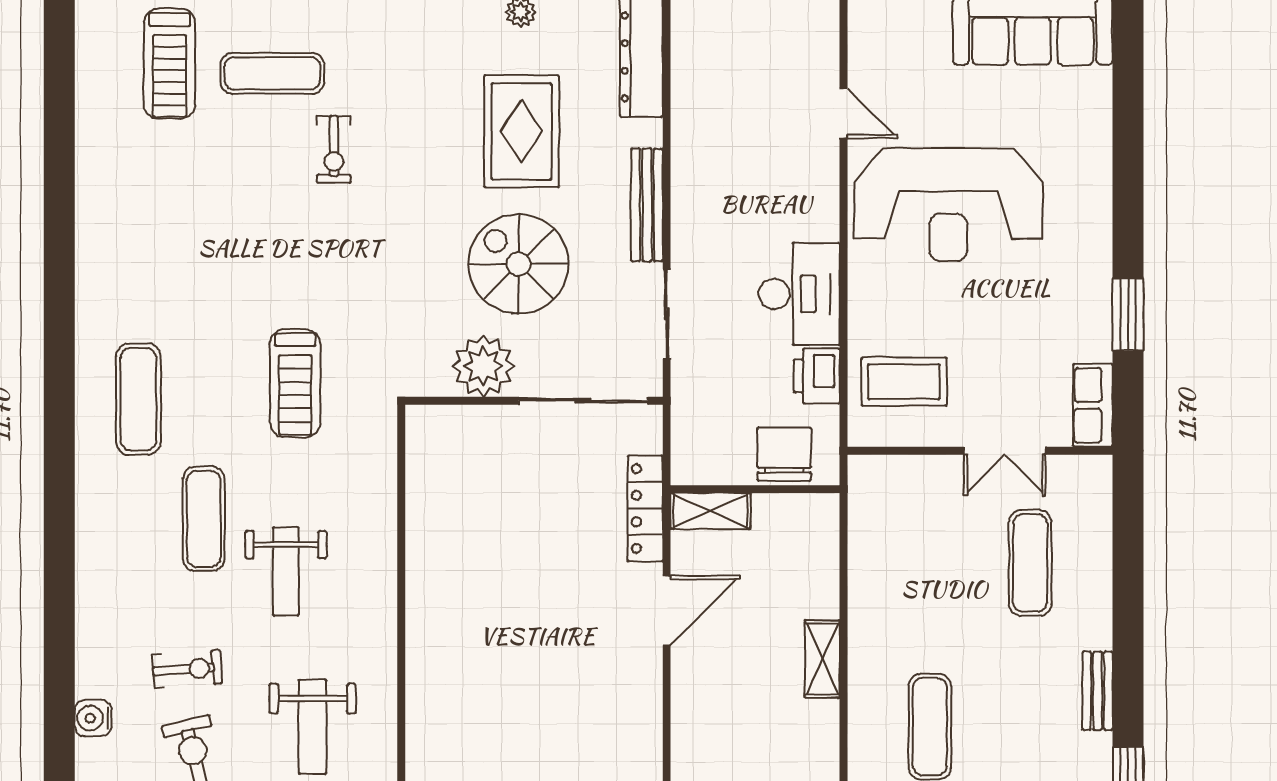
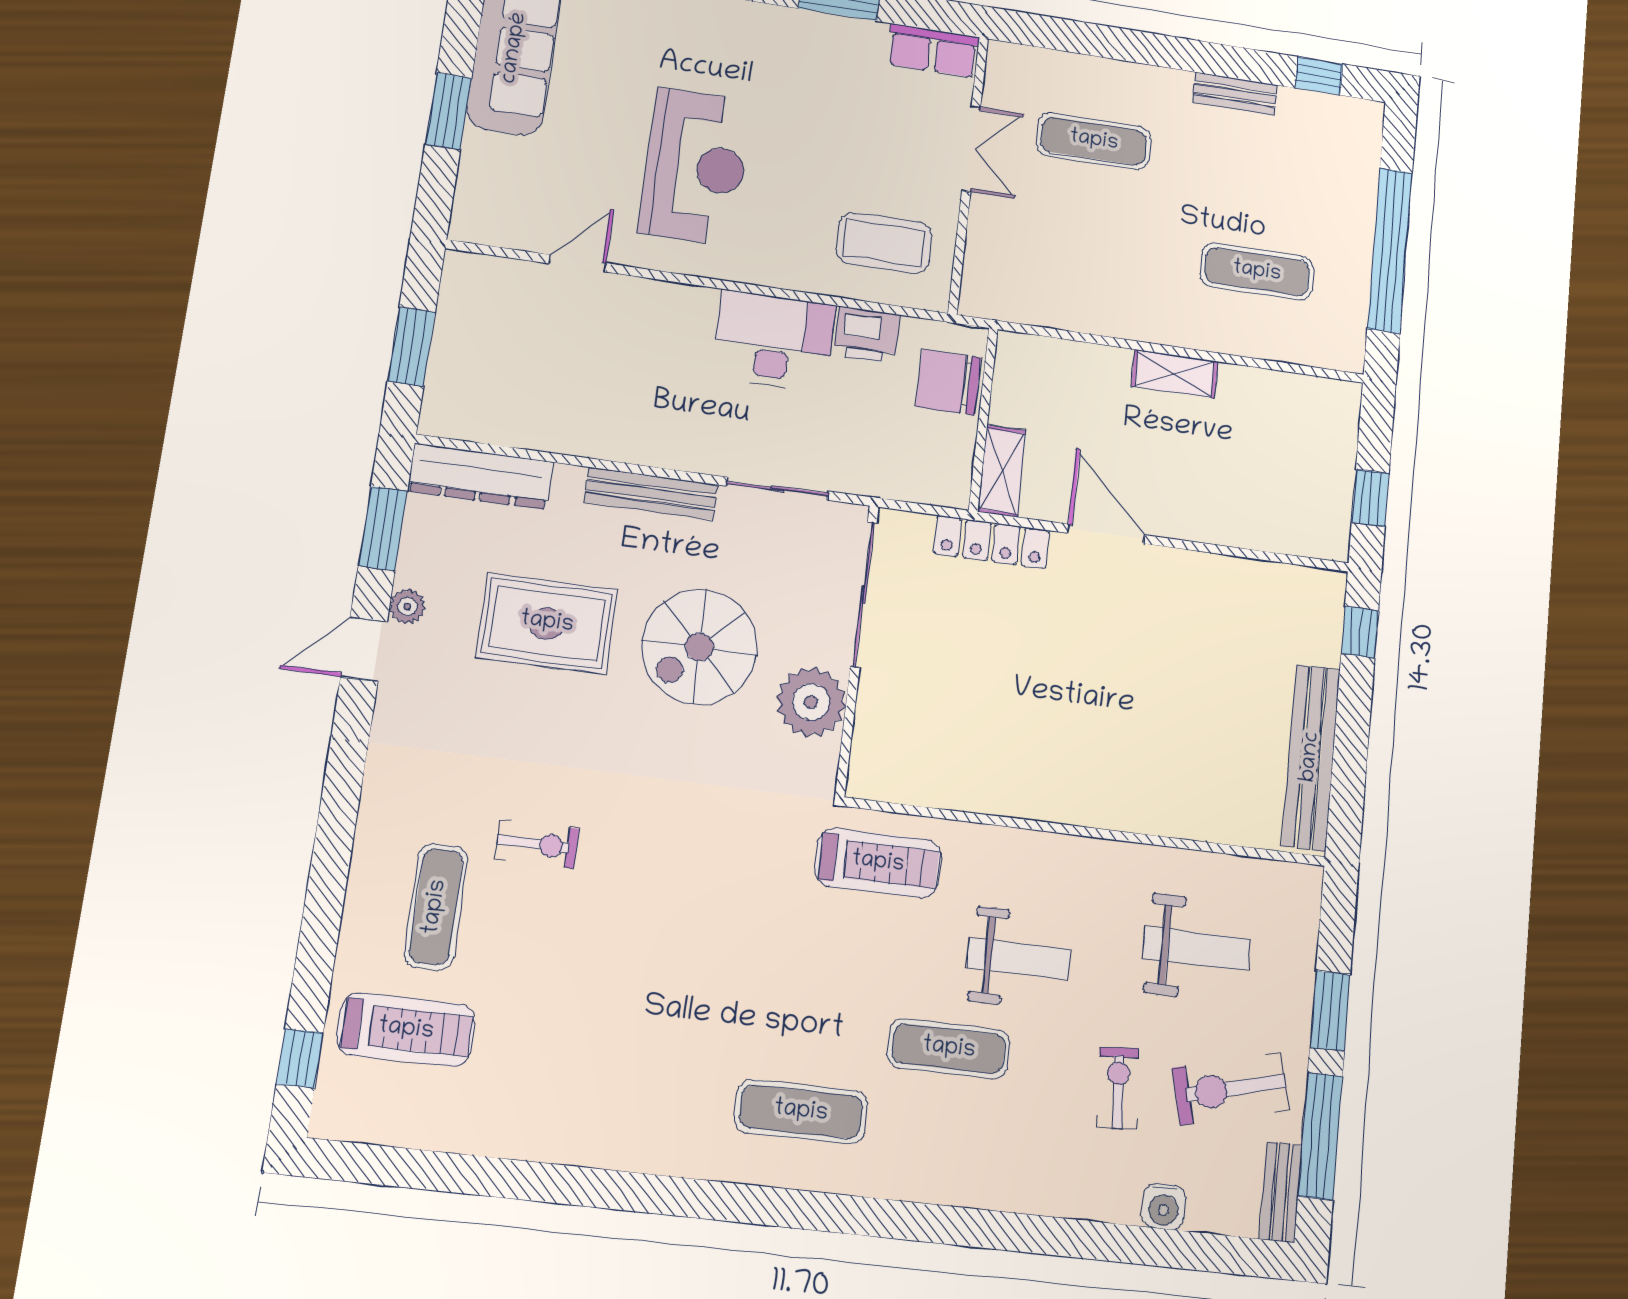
reception desk: (948, 205) -> (695, 167), width x0.74, depth x0.77
coffee table: (904, 382) -> (884, 243), turned 90
treadmill: (295, 383) -> (878, 863), moved

